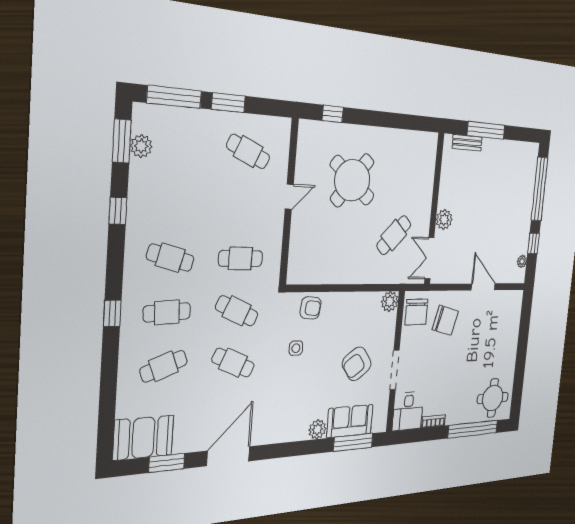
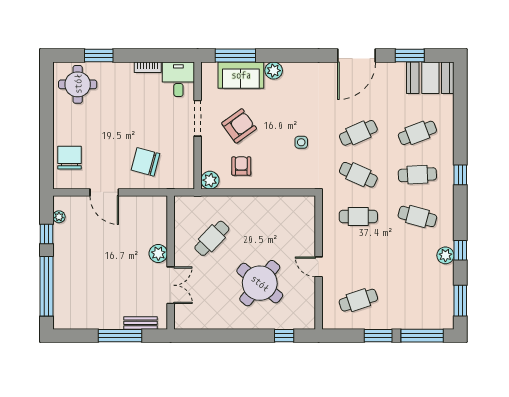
plant: (141, 146) -> (445, 255), moved
cafe table: (248, 152) -> (358, 300), turned -42
door: (289, 197) -> (319, 267), hinge flipped
double door: (429, 258) -> (171, 285), moved
armchair: (310, 308) -> (241, 166), moved, turned 84
chair: (416, 312) -> (70, 158), moved
cafe table: (233, 363) -> (358, 133), turned -48
window: (473, 429) -> (99, 56), width x0.47

